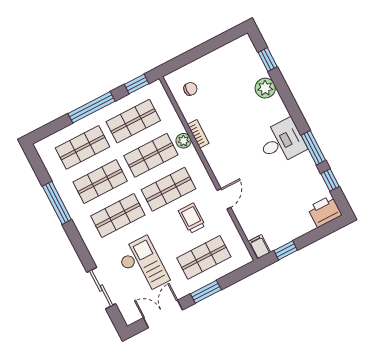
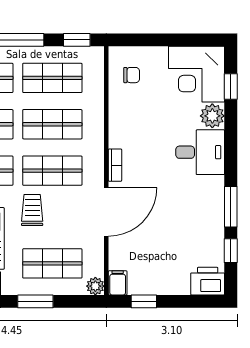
corner desk: (238, 63) -> (197, 74), added
bookcase: (198, 134) -> (115, 165), moved
plant: (183, 141) -> (95, 286), moved
desk: (282, 142) -> (200, 152), moved
door: (224, 199) -> (106, 212), width x1.88
trolley: (192, 218) -> (32, 210), moved

